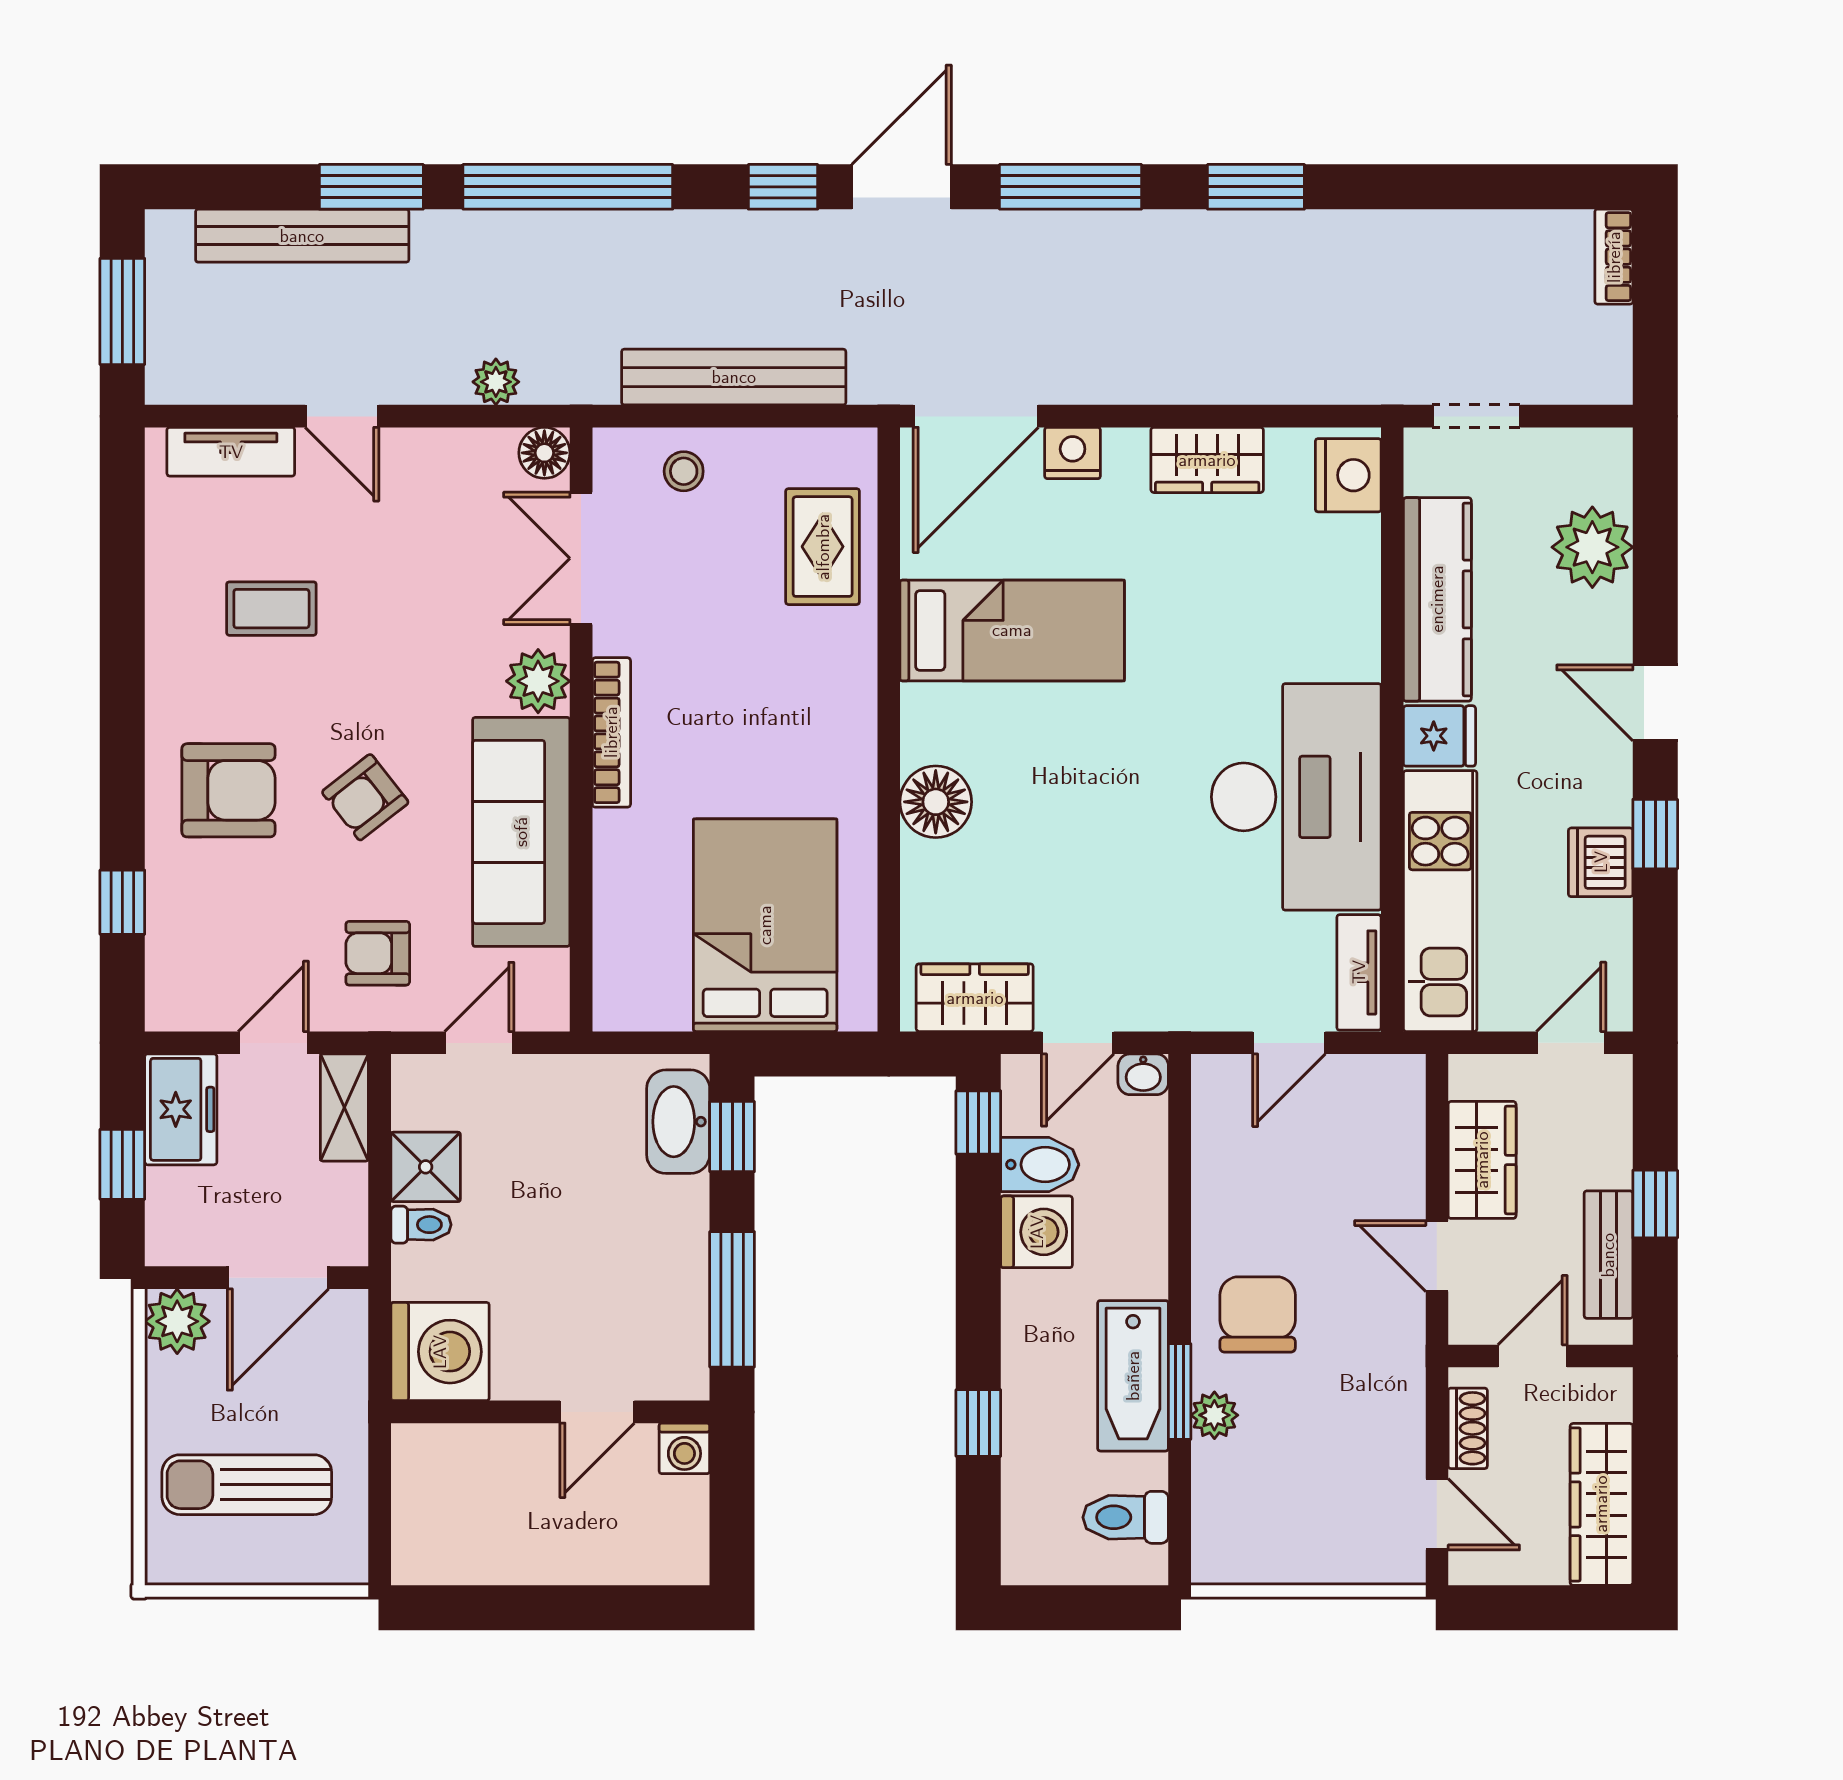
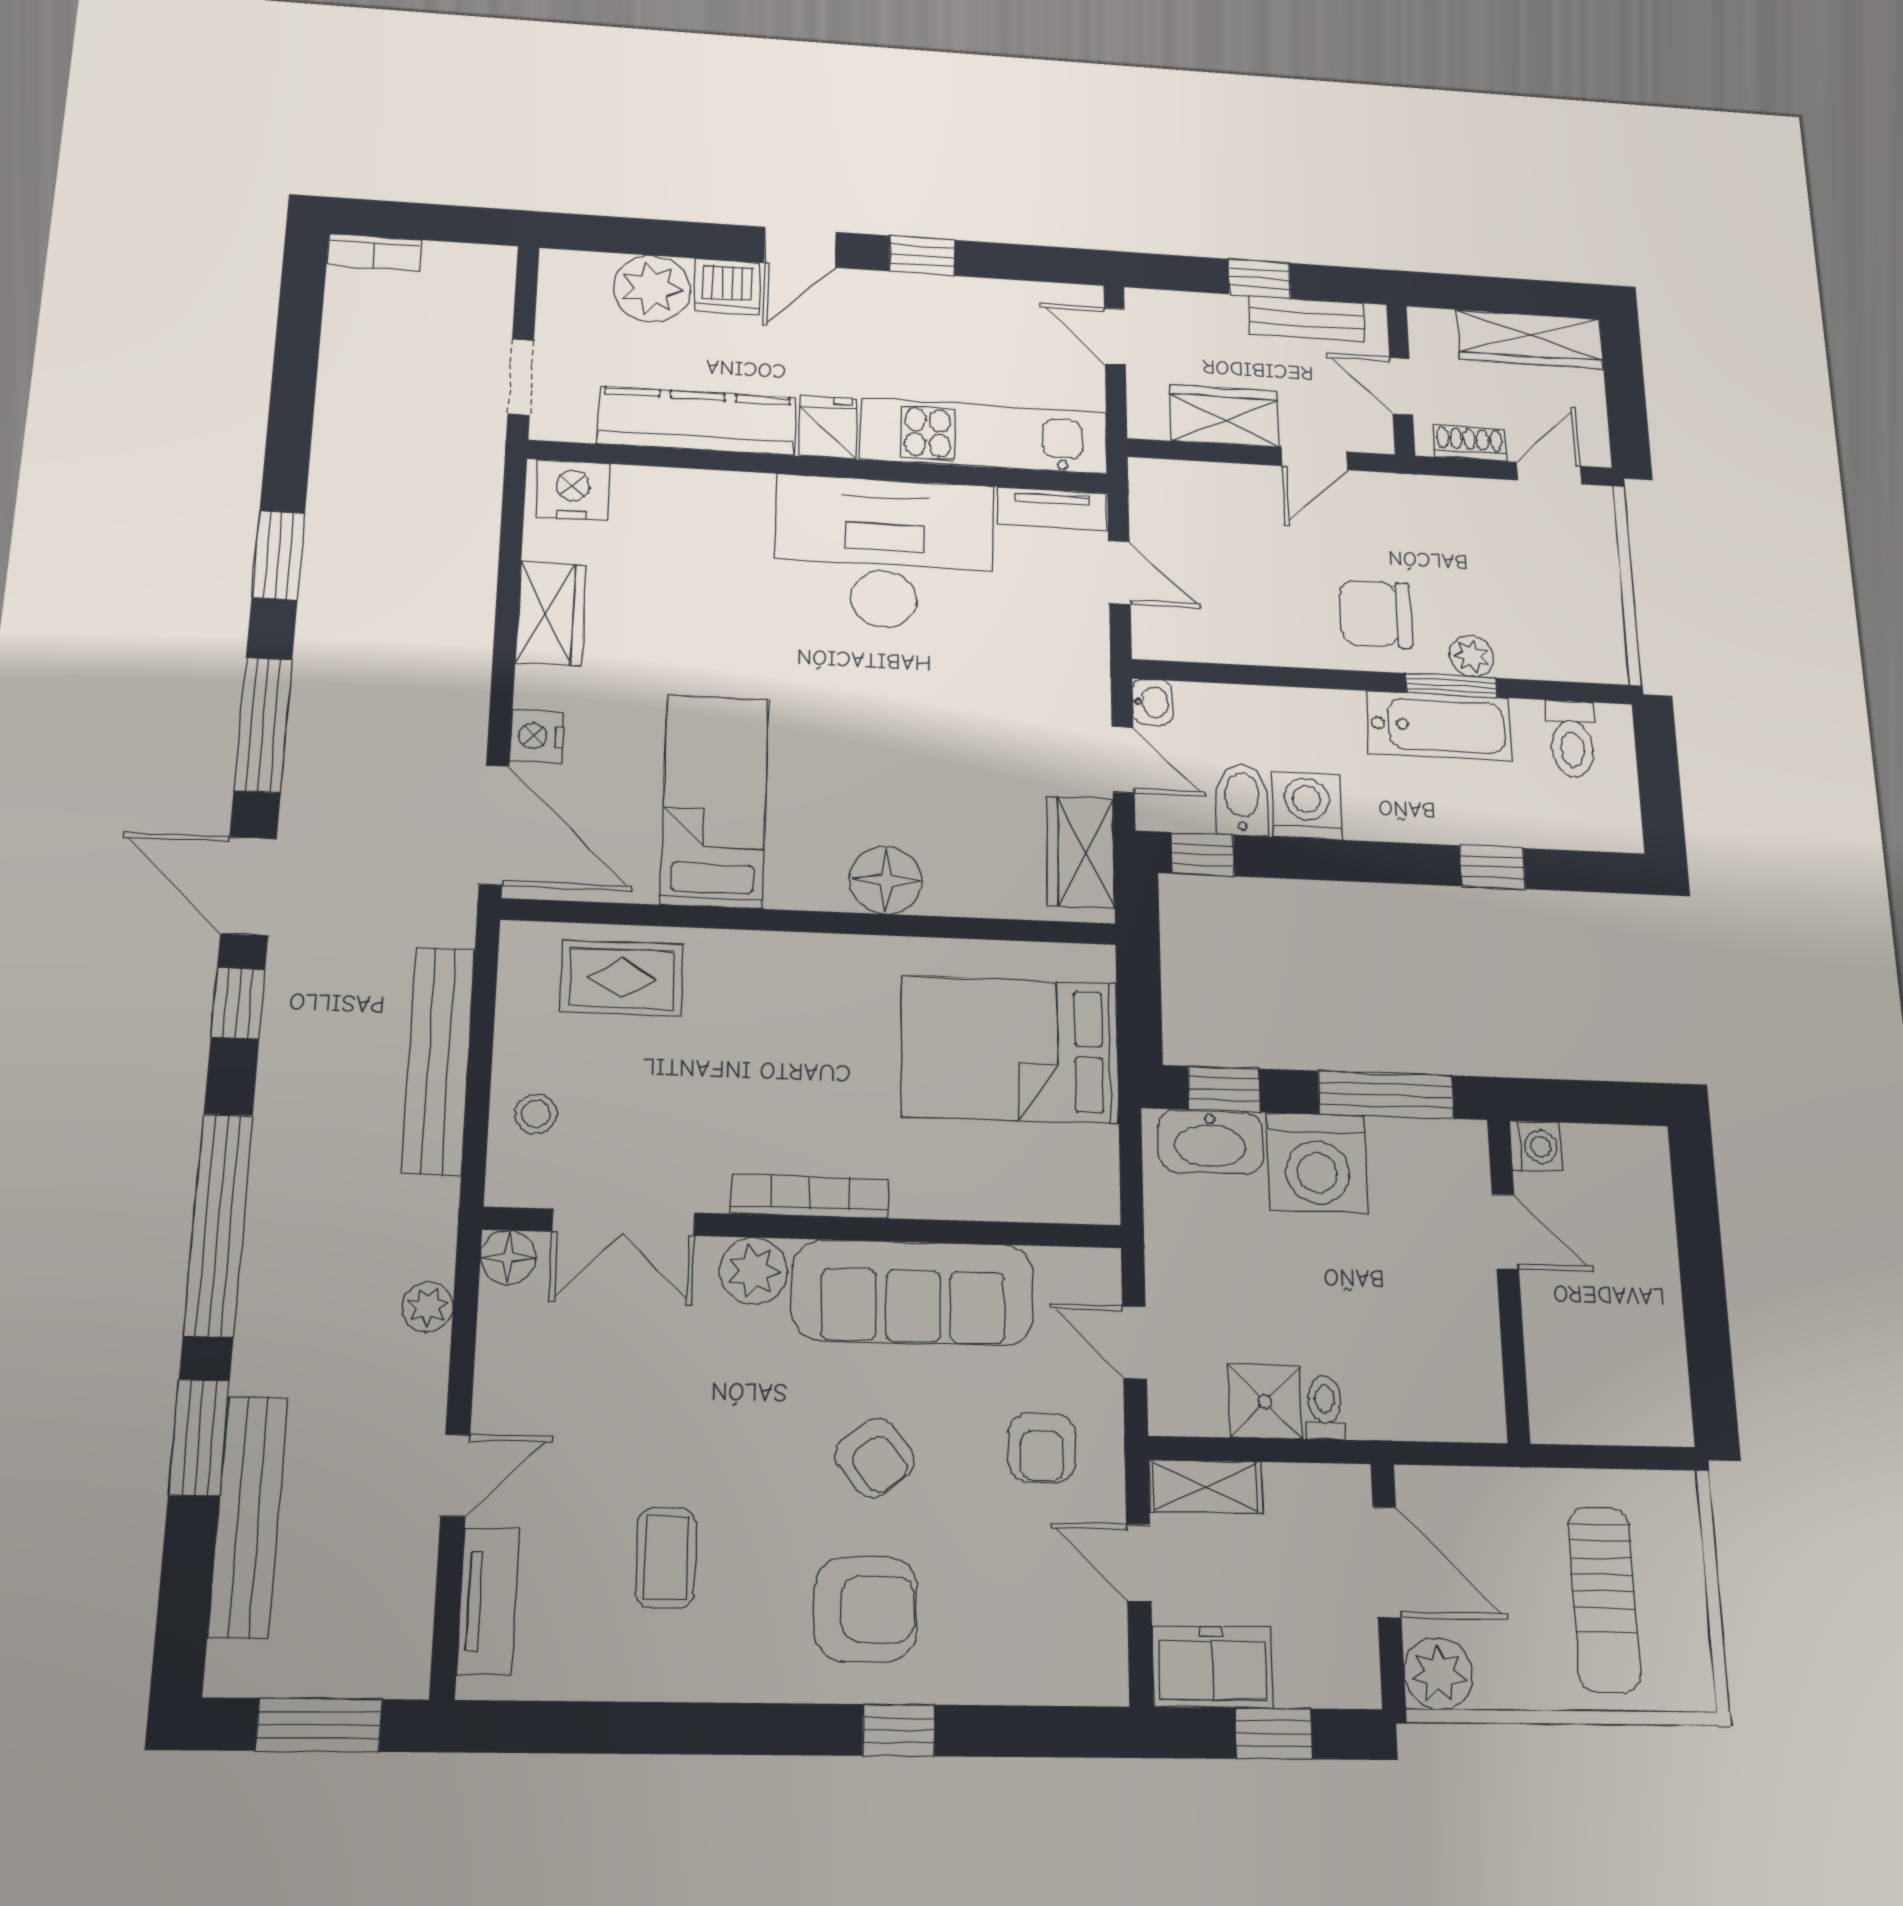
armchair: (228, 790) -> (866, 1609), turned 90
dishwasher: (1601, 862) -> (727, 287), moved
window: (122, 902) -> (899, 1730), moved
washing machine: (440, 1352) -> (1317, 1163), moved, turned 180

